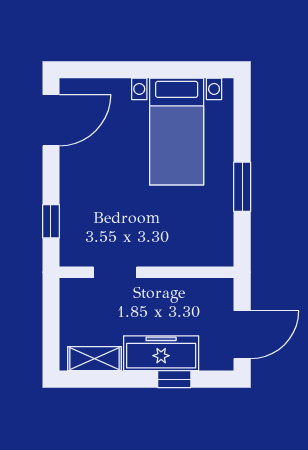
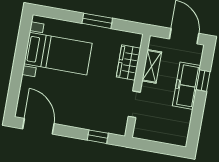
wardrobe: (182, 251) -> (129, 63), added
shelving: (94, 359) -> (152, 66), moved

